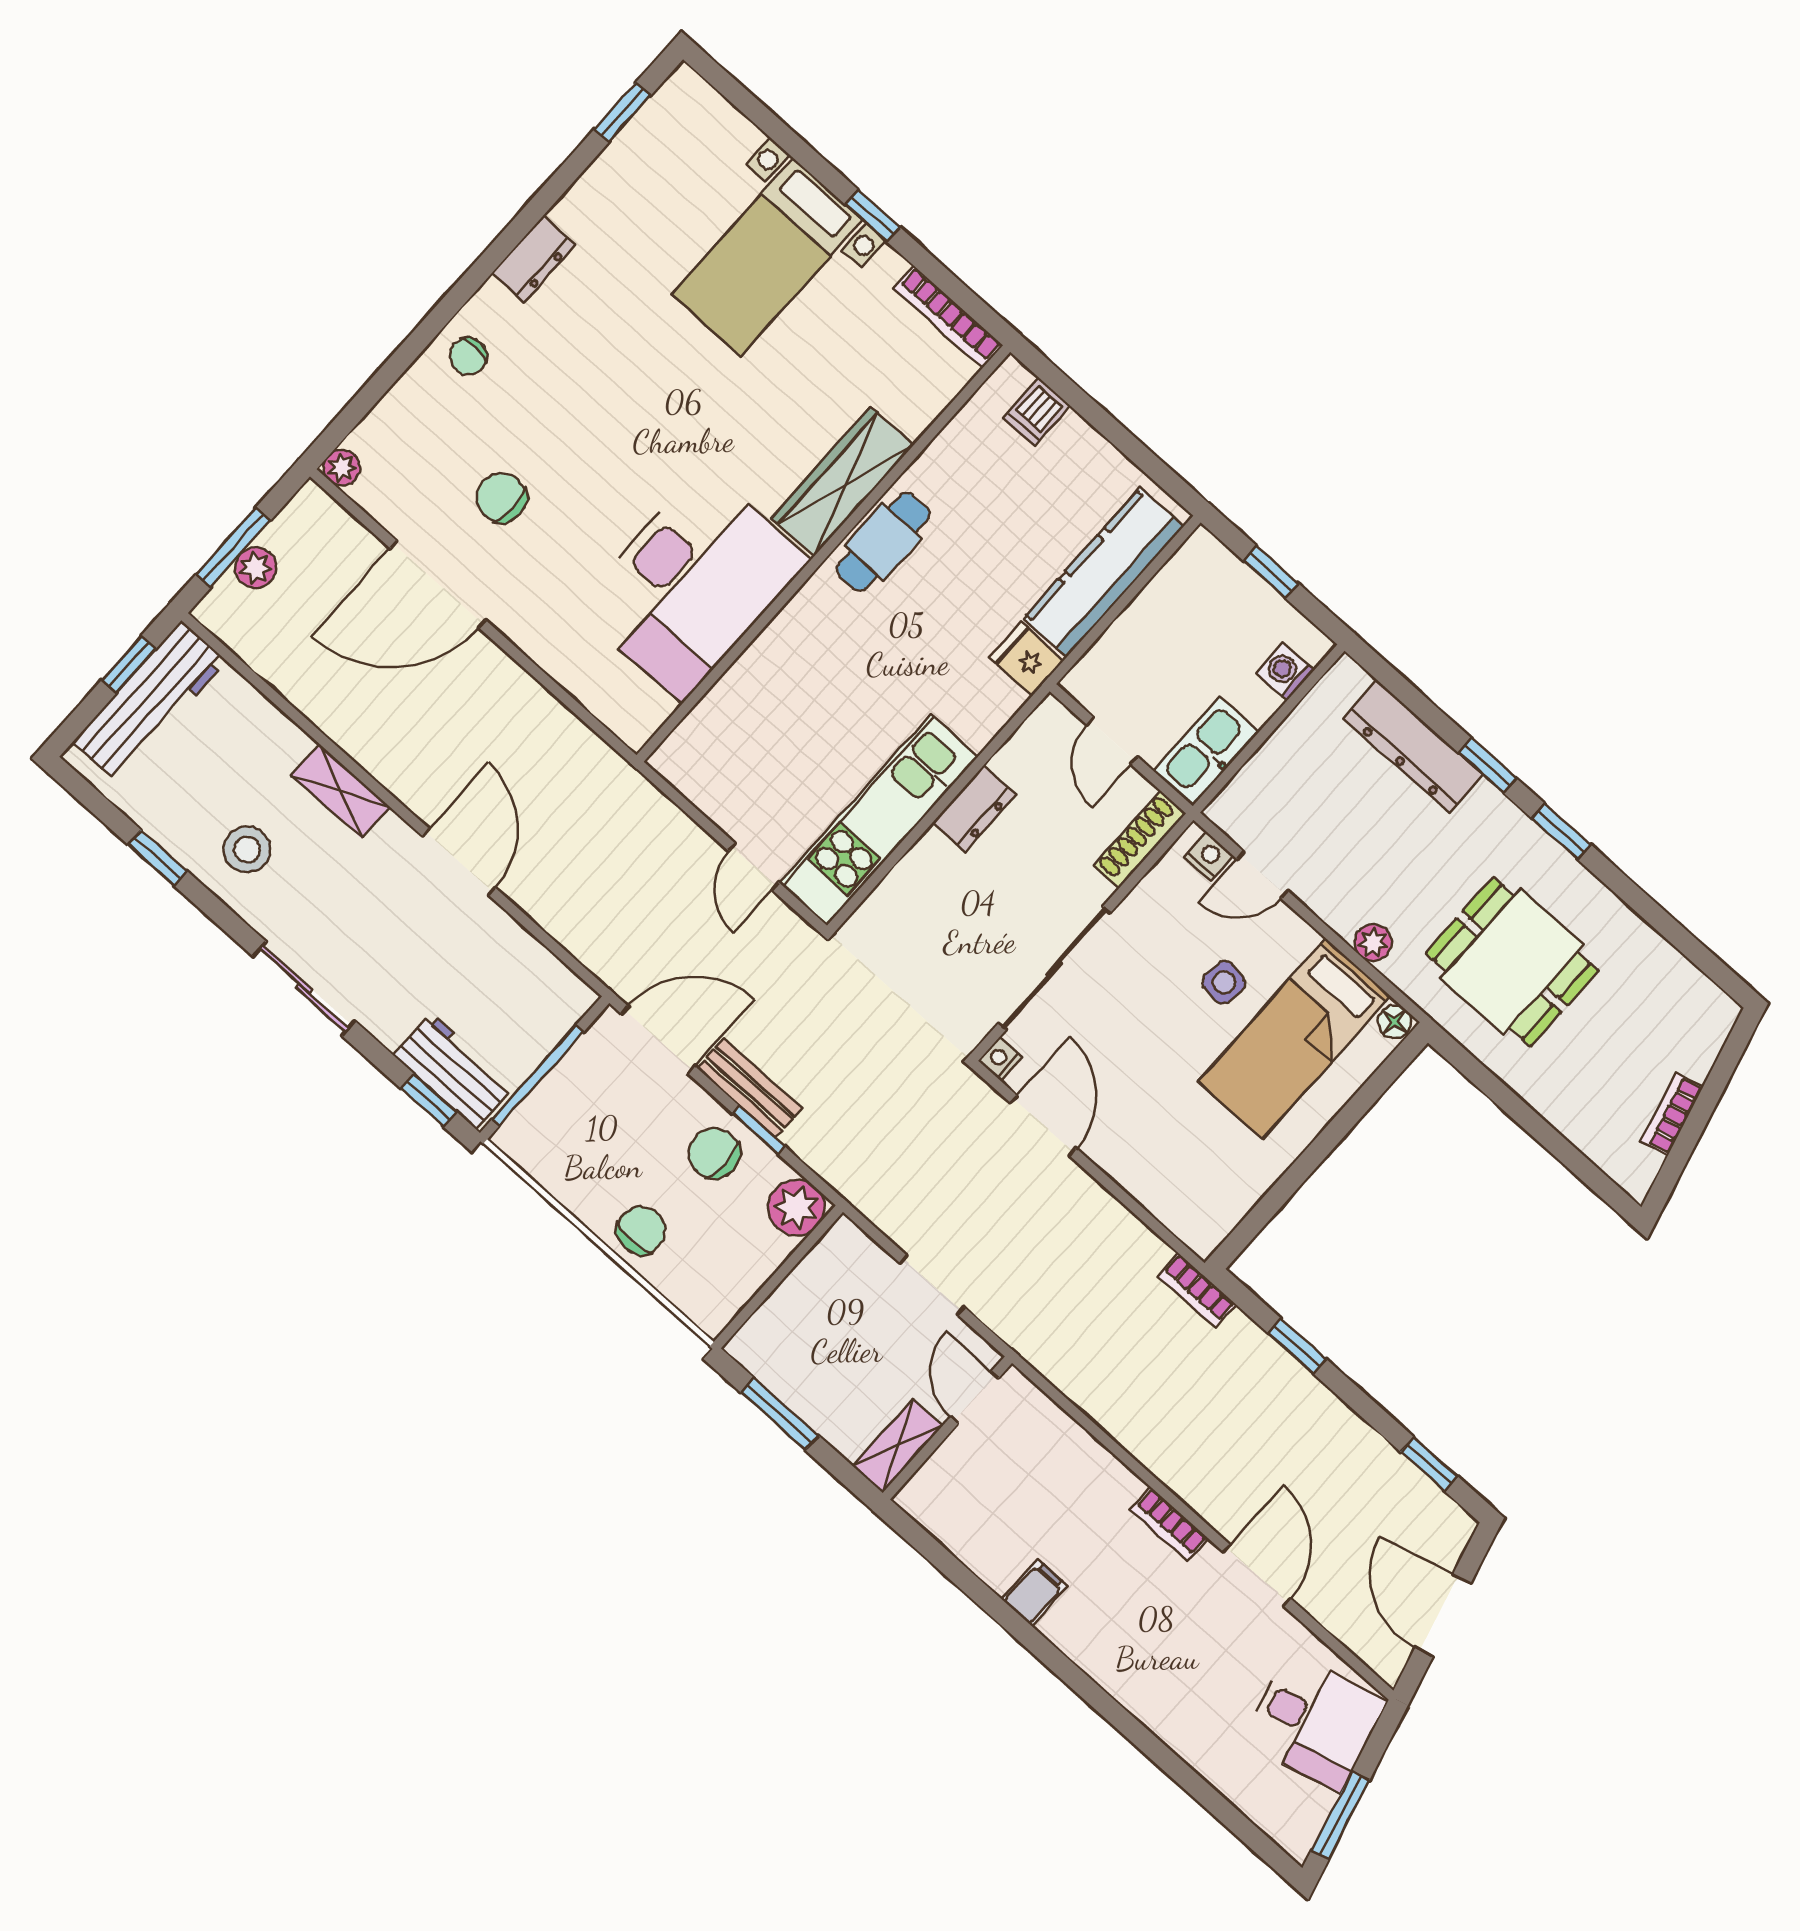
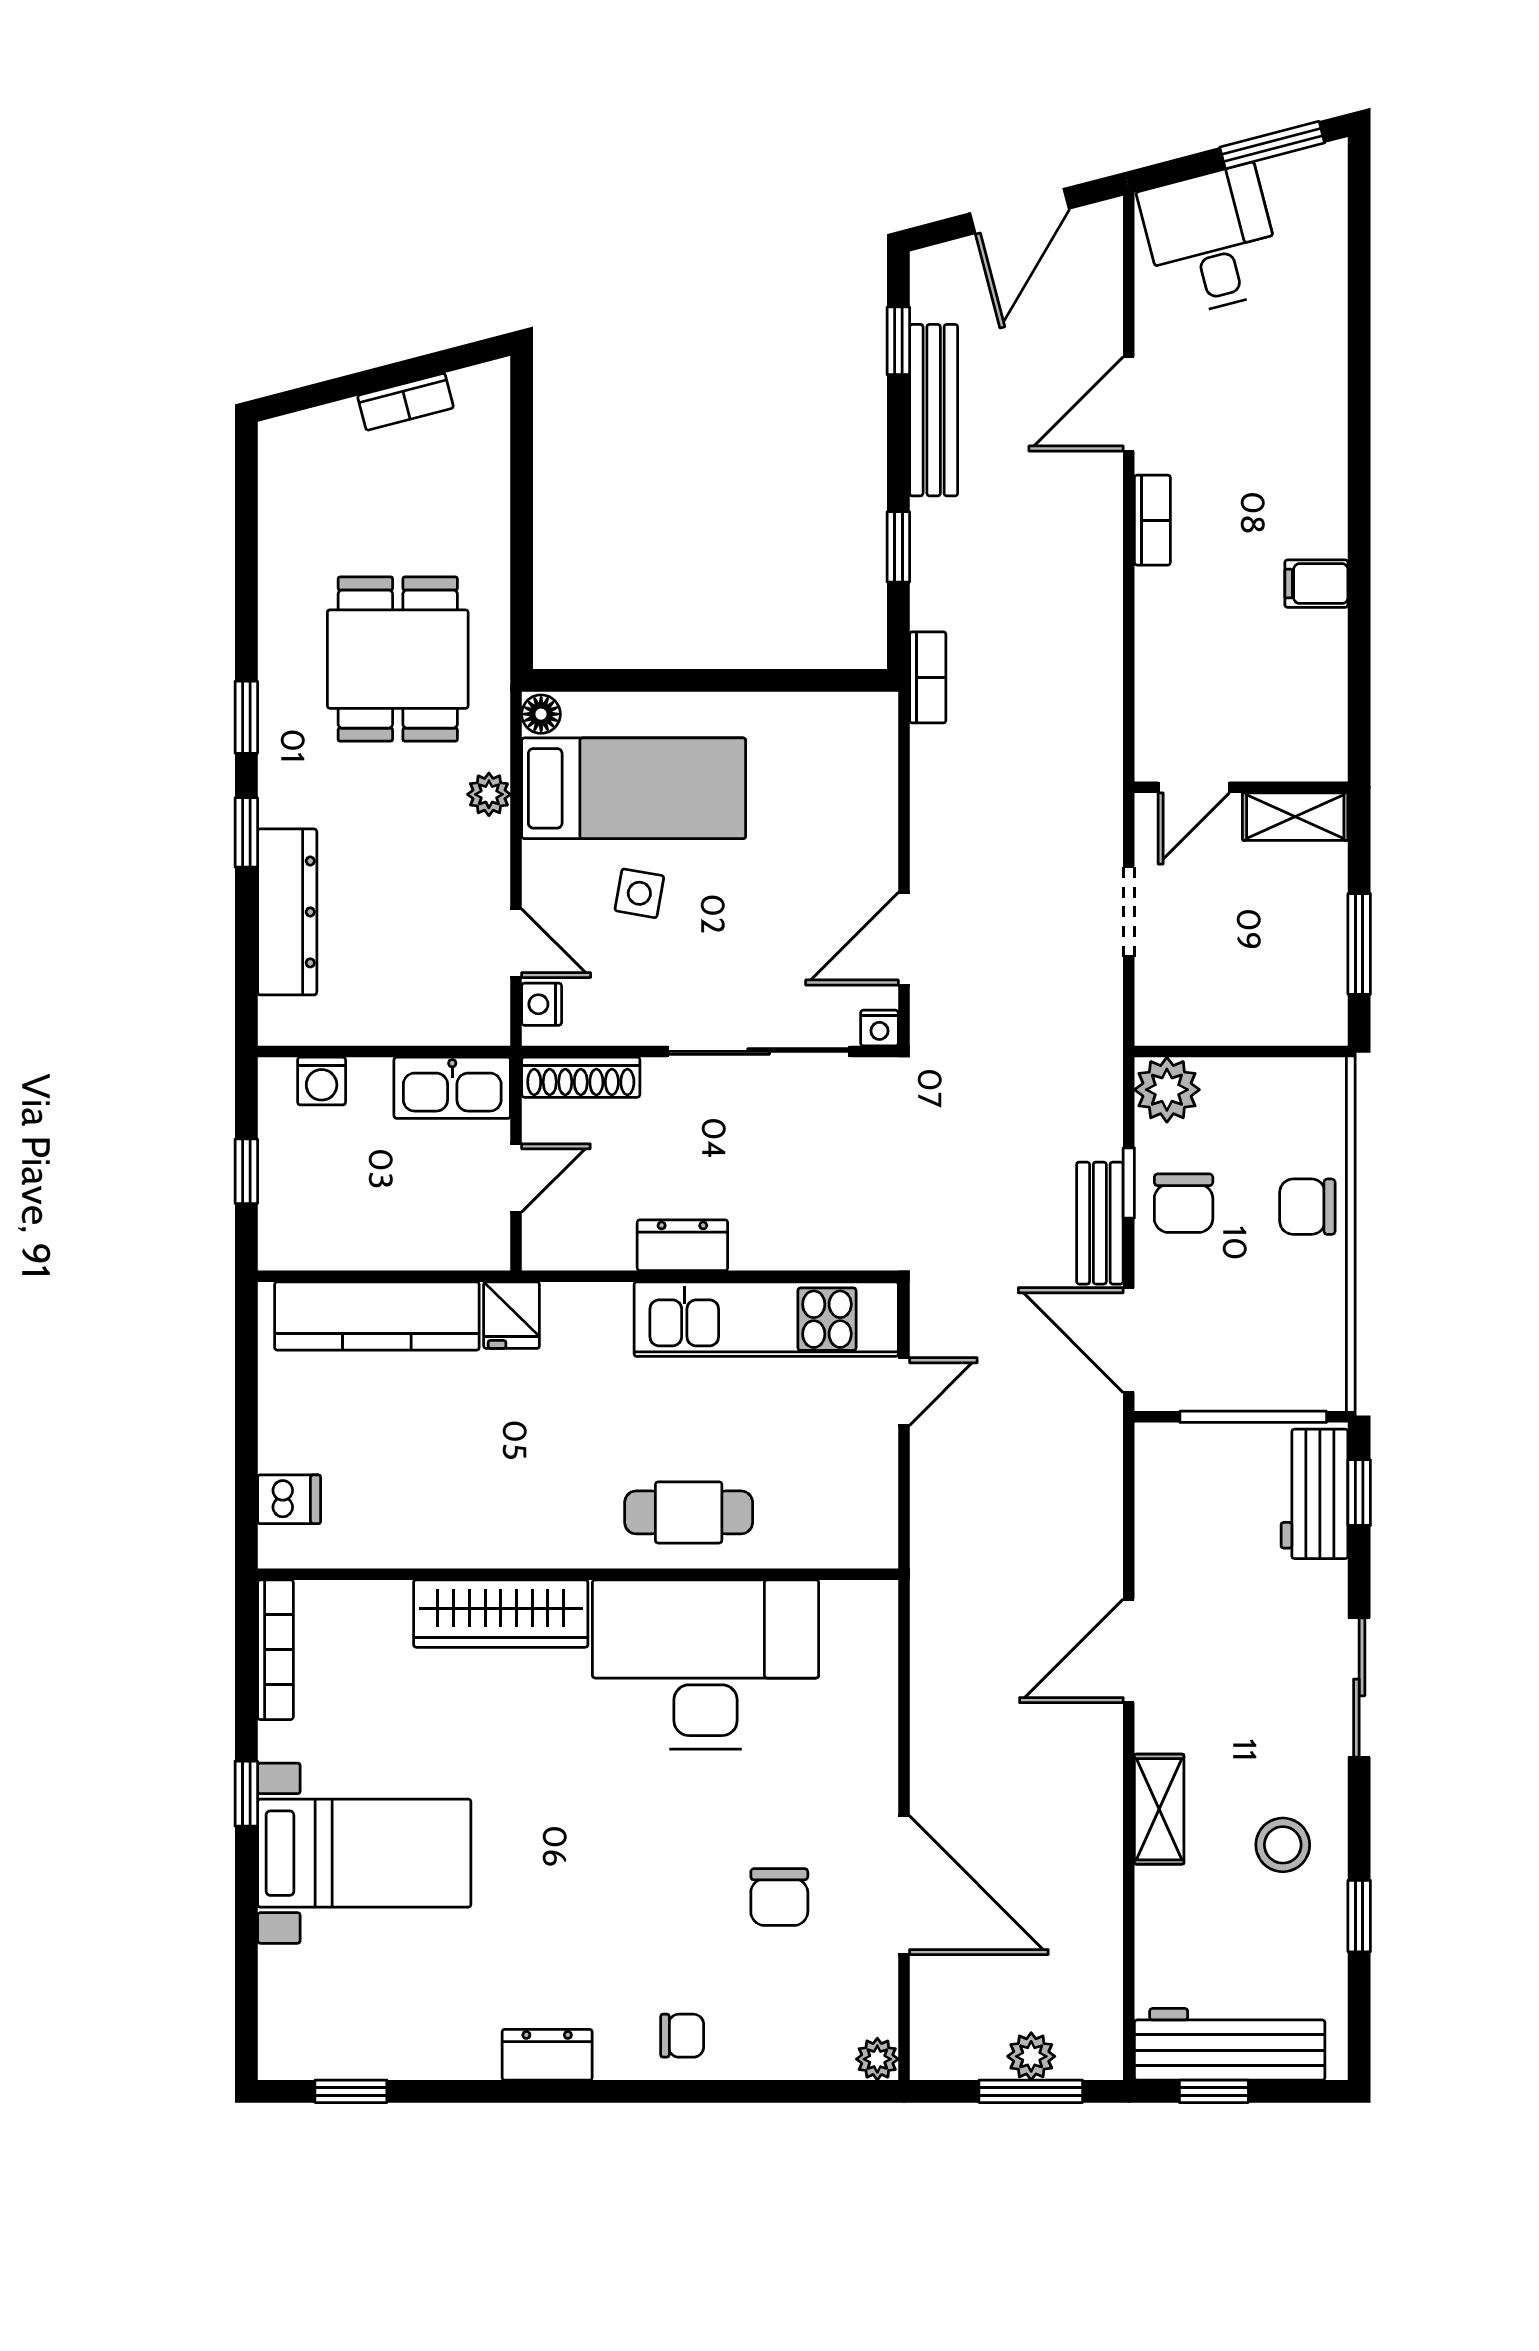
cafe table: (883, 542) -> (689, 1512), moved
bench: (1365, 1447) -> (934, 410), added

